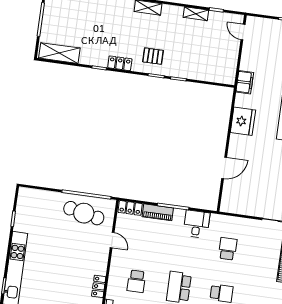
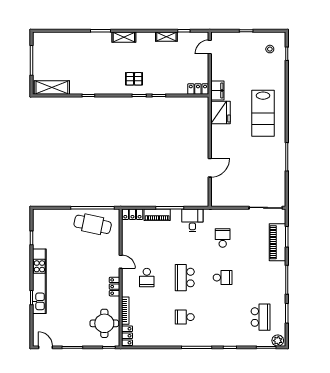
door: (243, 32) -> (210, 47), hinge flipped
locker: (120, 63) -> (198, 89), moved
fridge: (243, 121) -> (220, 113), moved
door: (112, 240) -> (121, 262), moved

